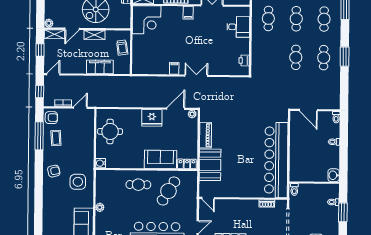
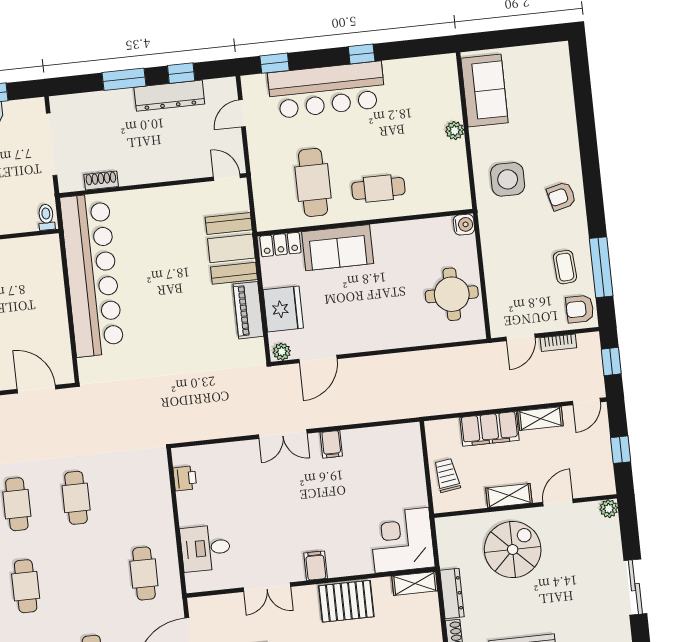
cafe table: (296, 19) -> (85, 580), removed
shelving: (54, 34) -> (540, 419), moved
fridge: (152, 118) -> (283, 309), moved, turned 90
cafe table: (168, 191) -> (313, 182), turned -32

